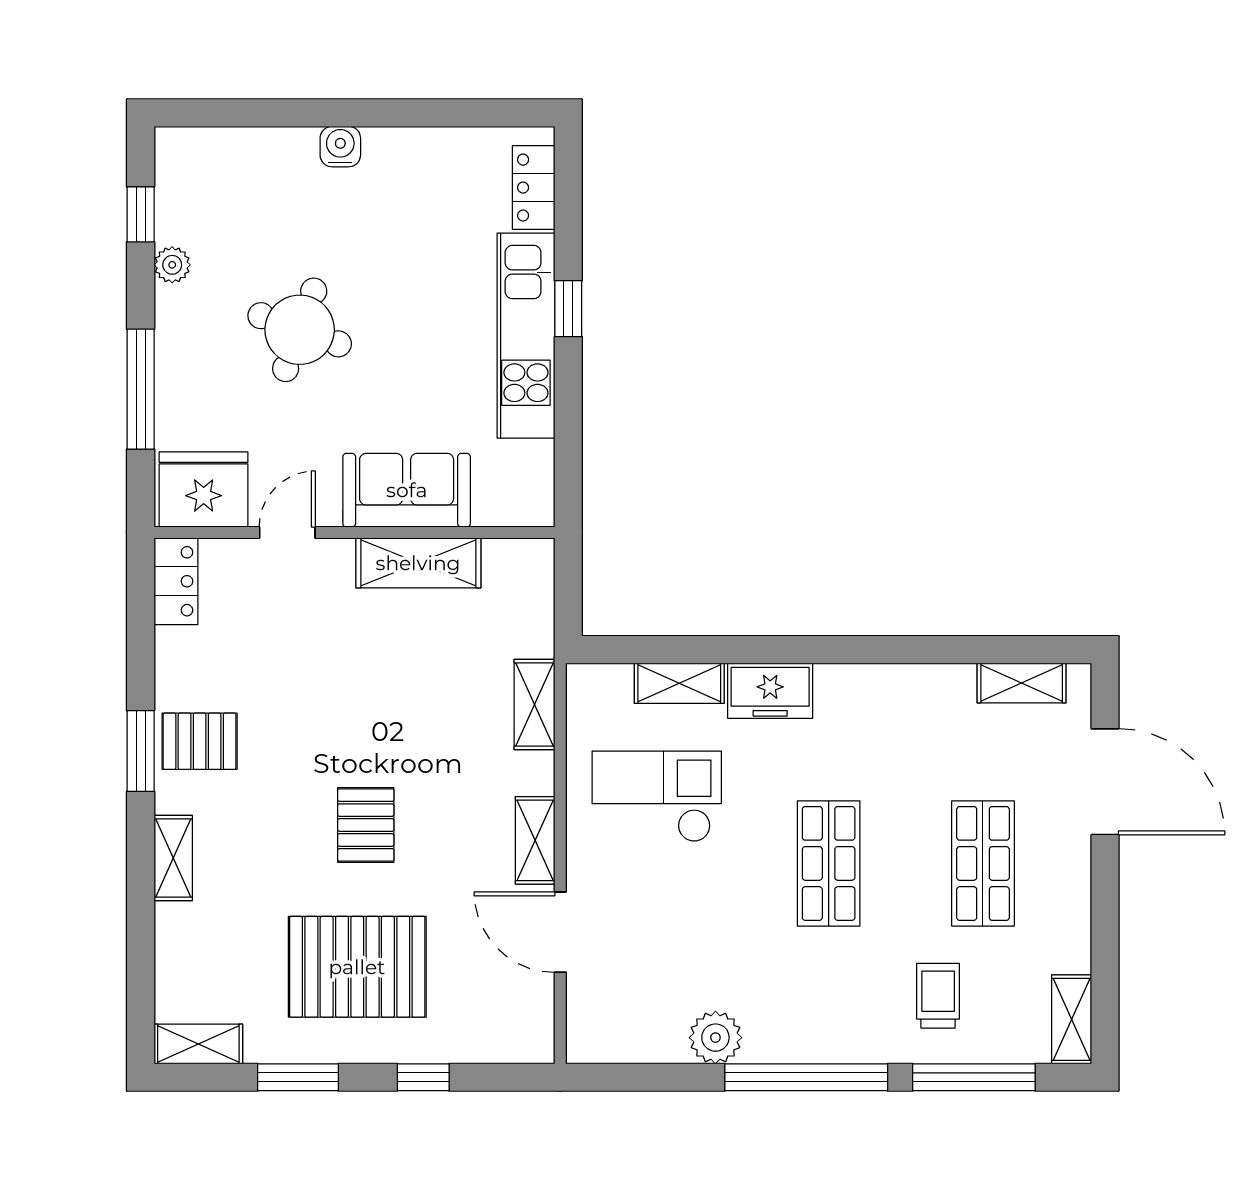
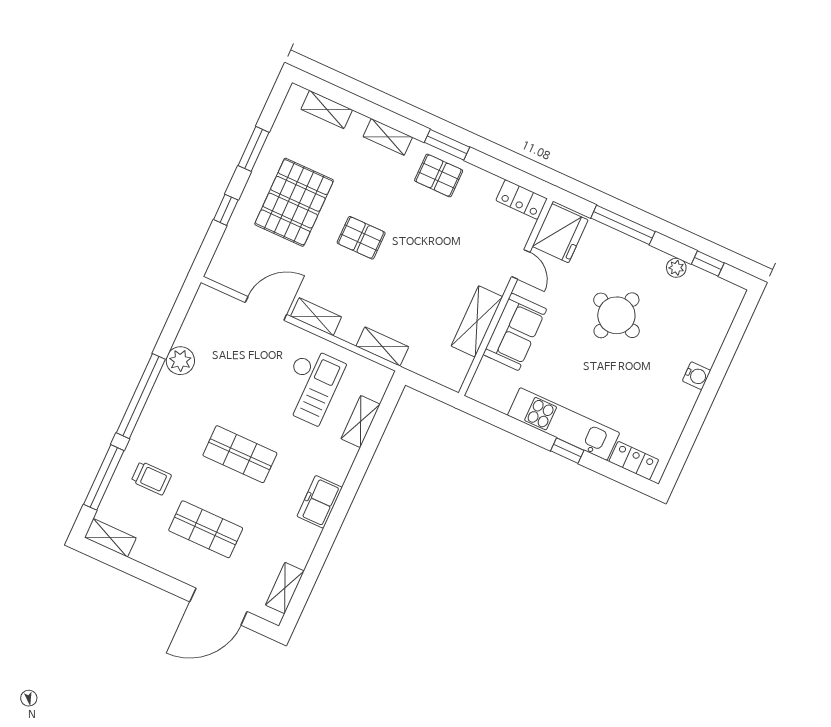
freezer: (770, 691) -> (320, 502), moved
pallet: (200, 741) -> (439, 176), turned 90
shelving: (198, 1044) -> (327, 109), moved, turned 90

